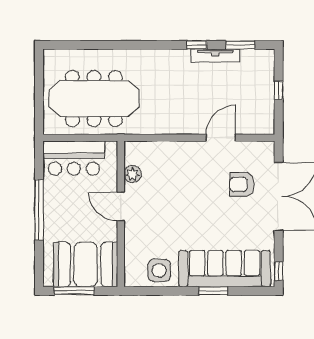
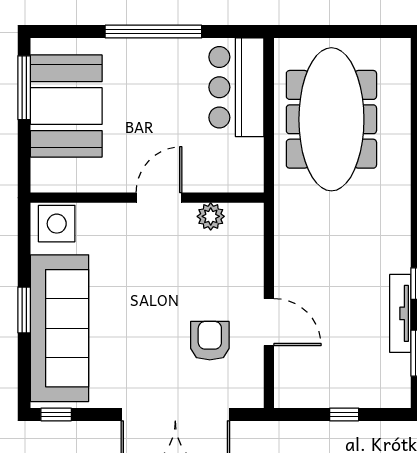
plant: (132, 174) -> (211, 216), moved
armchair: (242, 185) -> (210, 341), moved
door: (121, 206) -> (159, 198), moved
wall: (121, 214) -> (147, 198), moved

